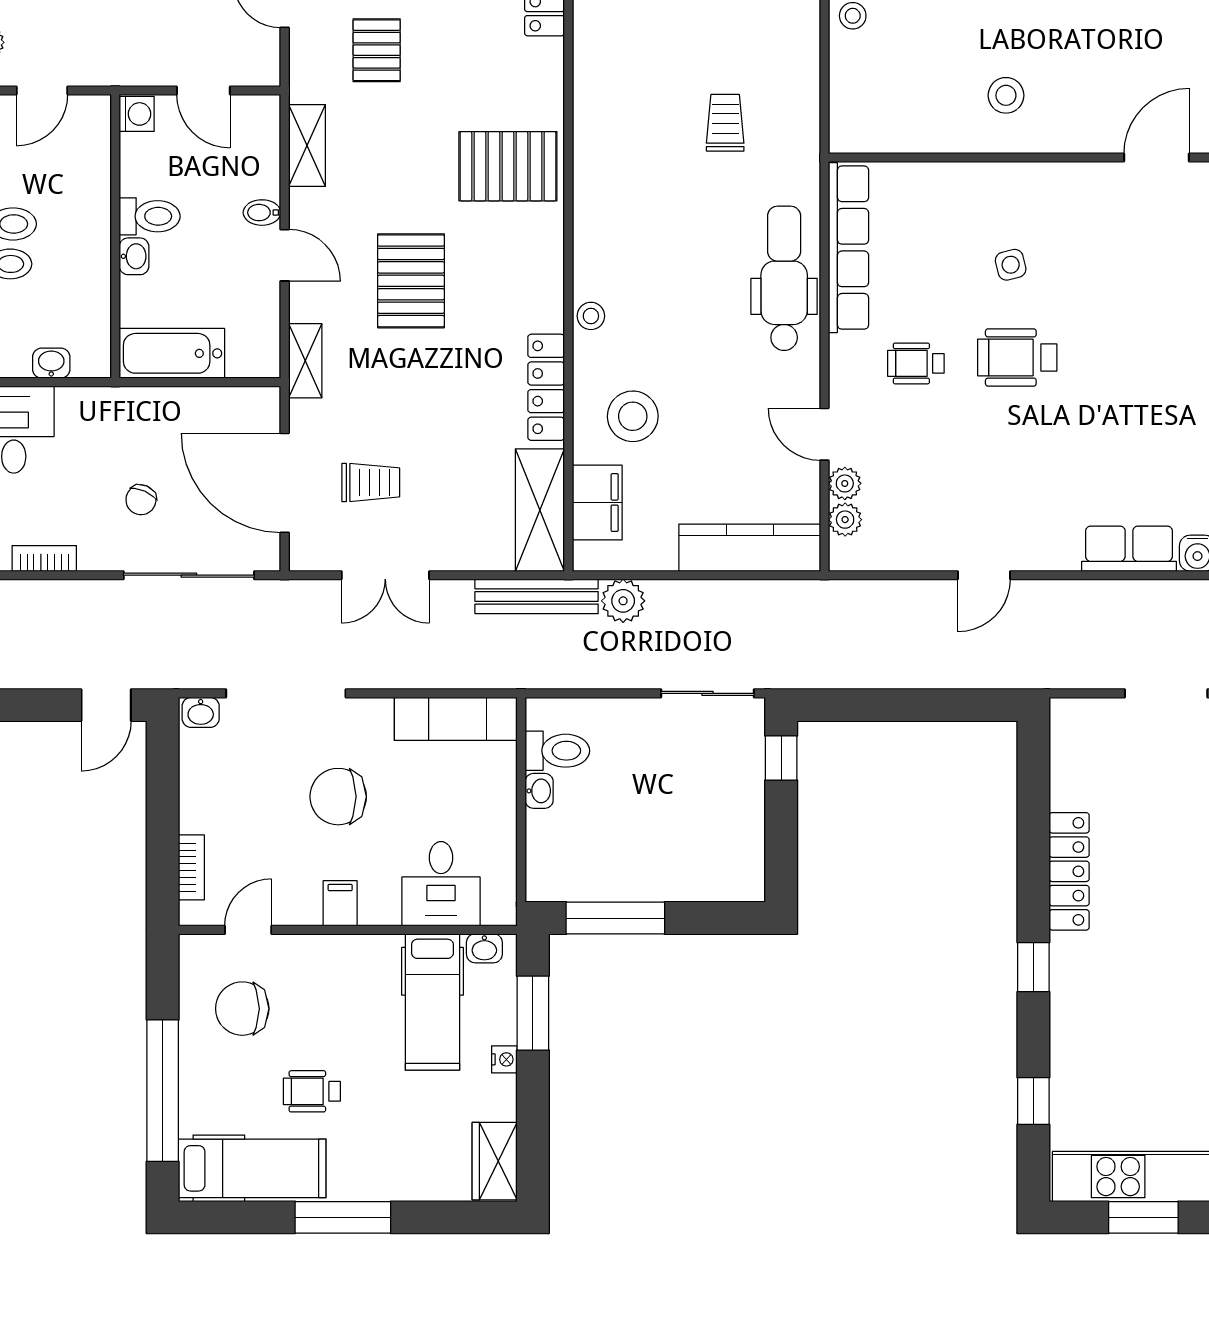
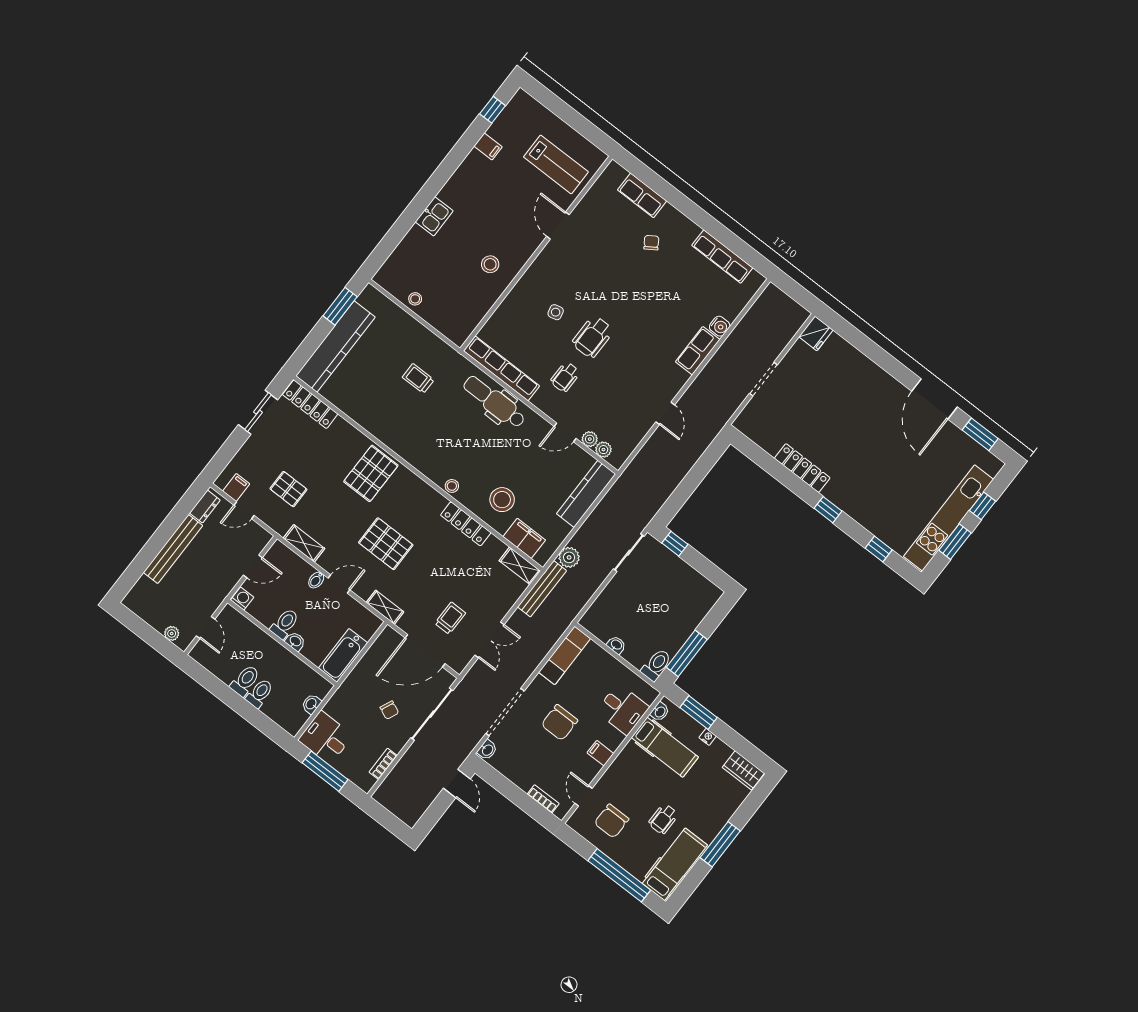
shelving: (540, 510) -> (520, 566), width x0.67, depth x0.75
toilet: (557, 751) -> (656, 665), moved

